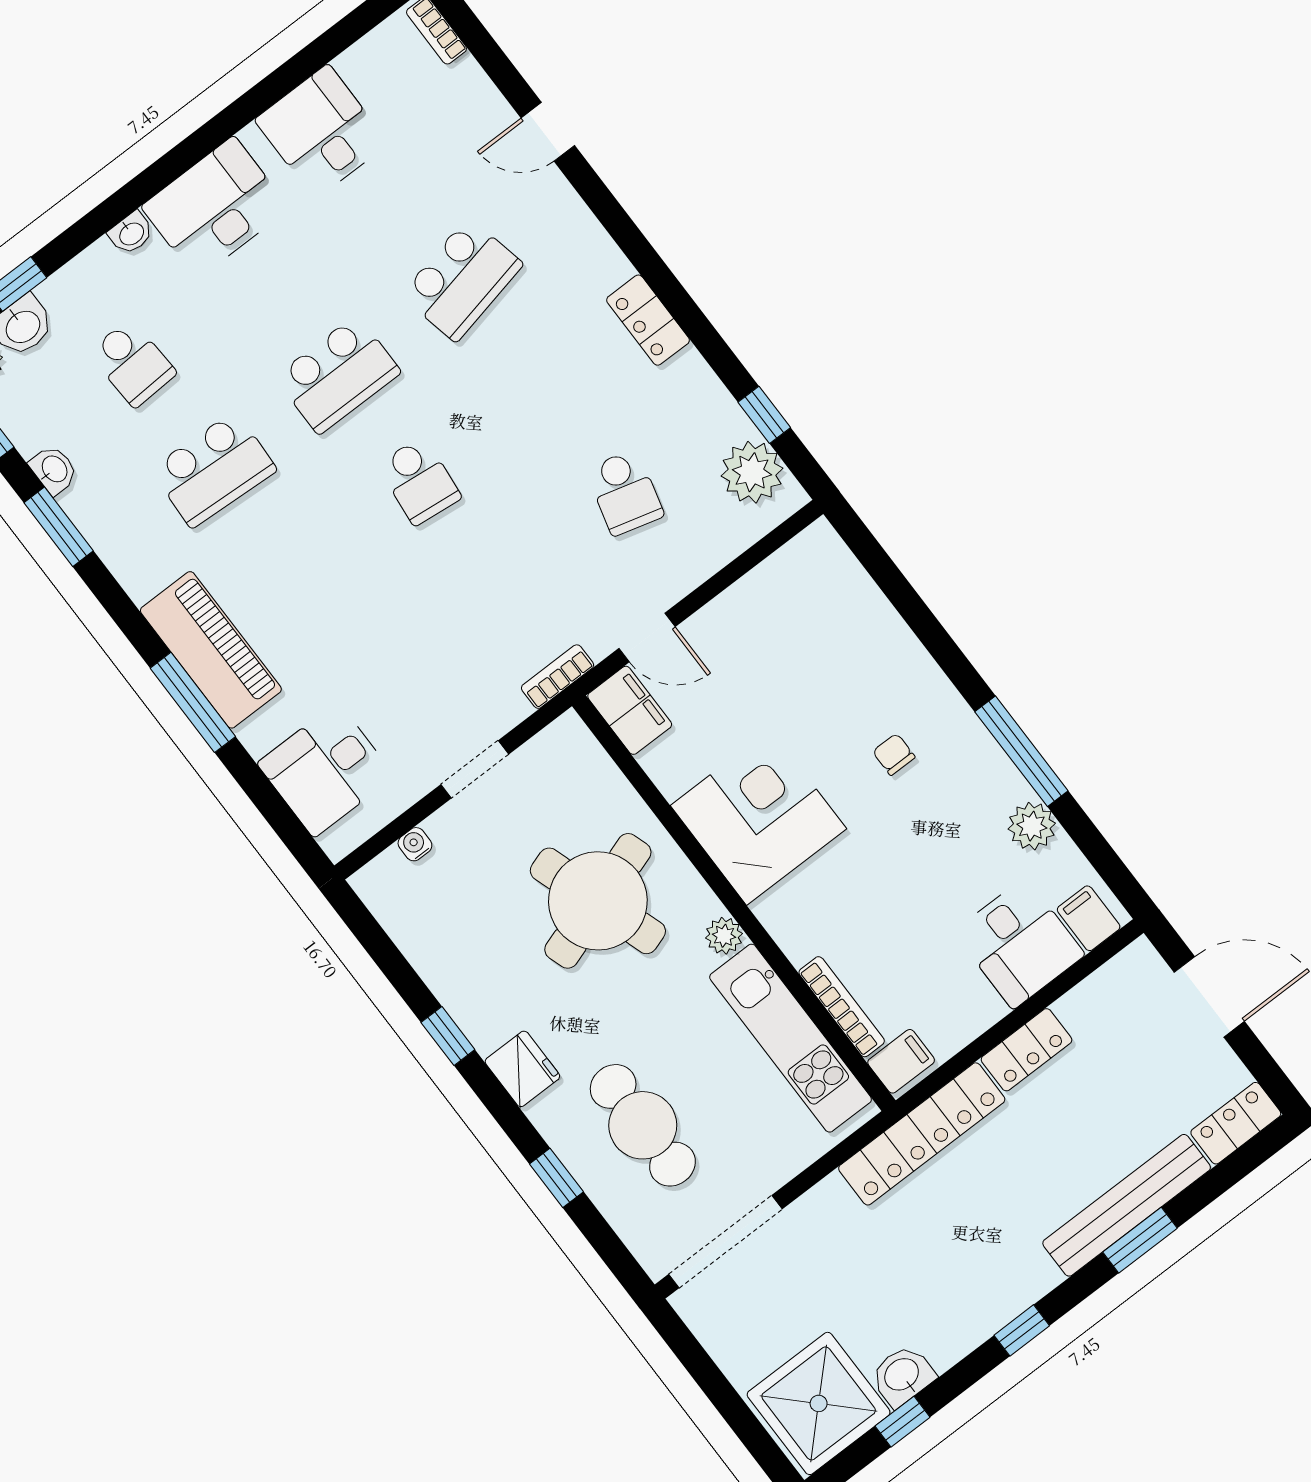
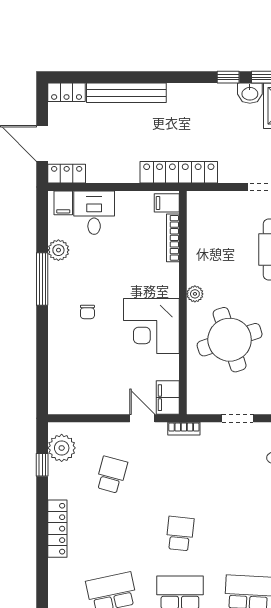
locker: (648, 320) -> (57, 529), width x1.53
kitchen unit: (791, 1038) -> (199, 240), removed
locker: (1026, 1050) -> (67, 174), moved
window: (1140, 1240) -> (131, 77), removed
window: (1022, 1330) -> (228, 77), moved

